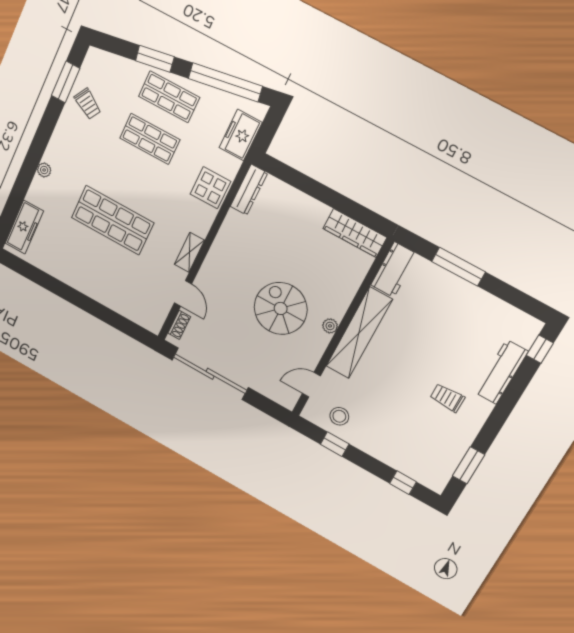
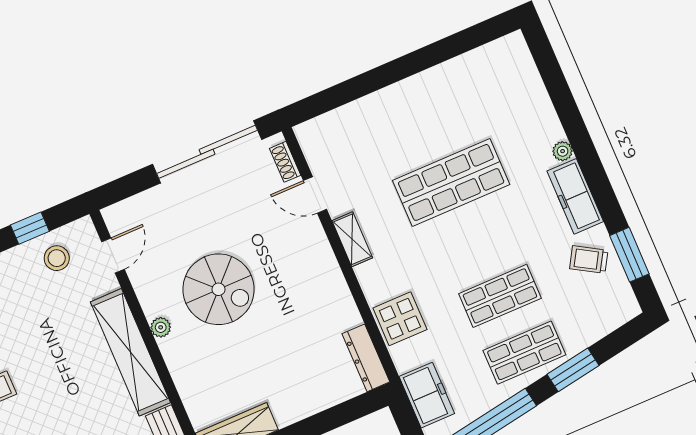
freezer: (24, 227) -> (575, 196), moved

